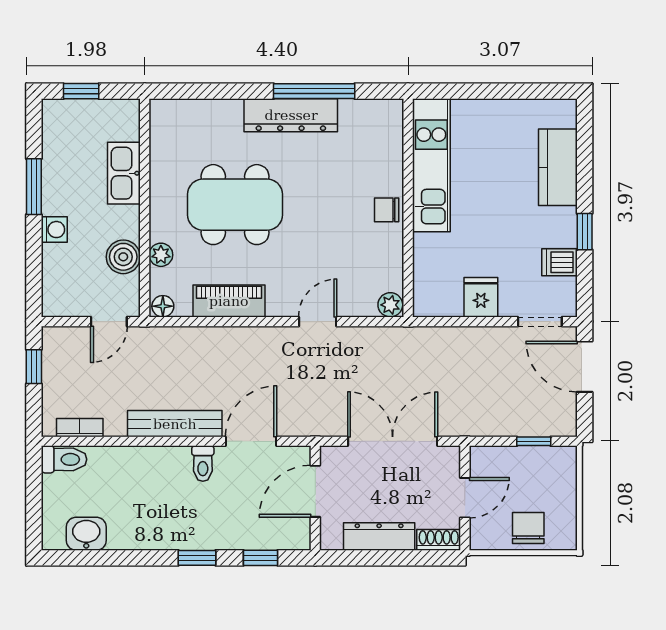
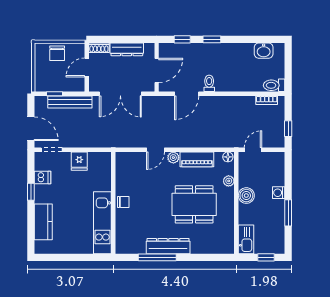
kitchen sink: (124, 173) -> (246, 239), moved
boiler: (123, 257) -> (246, 196), moved
plant: (390, 305) -> (173, 158), moved
bench: (175, 424) -> (70, 102), moved

